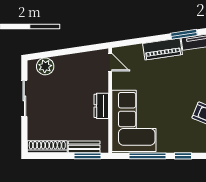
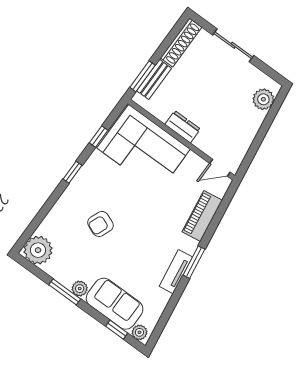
piano: (163, 49) -> (202, 216), moved
sliding door: (24, 98) -> (233, 45), moved
window: (147, 156) -> (99, 137), width x0.46

